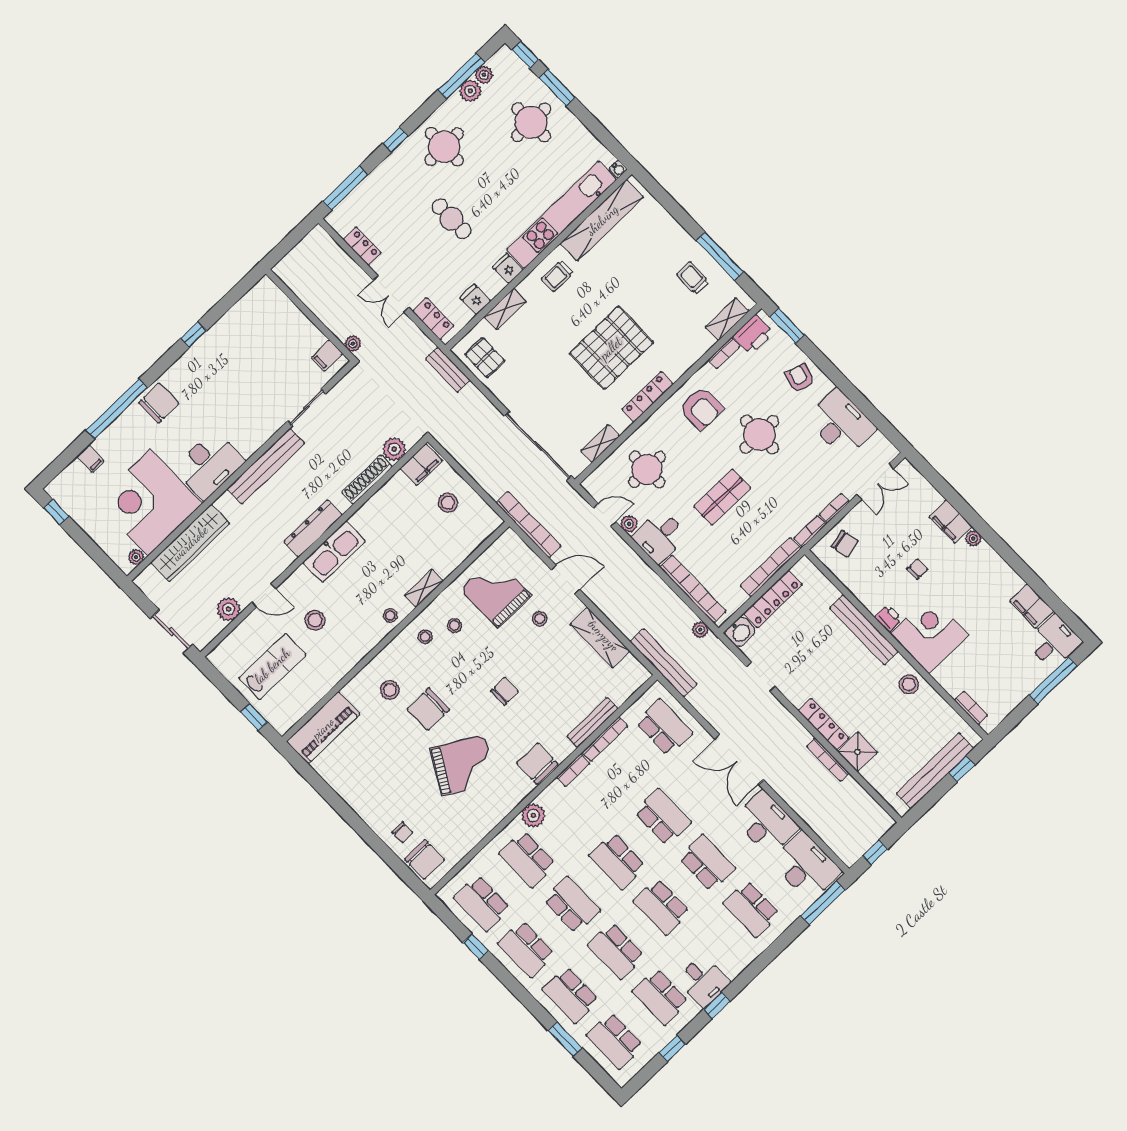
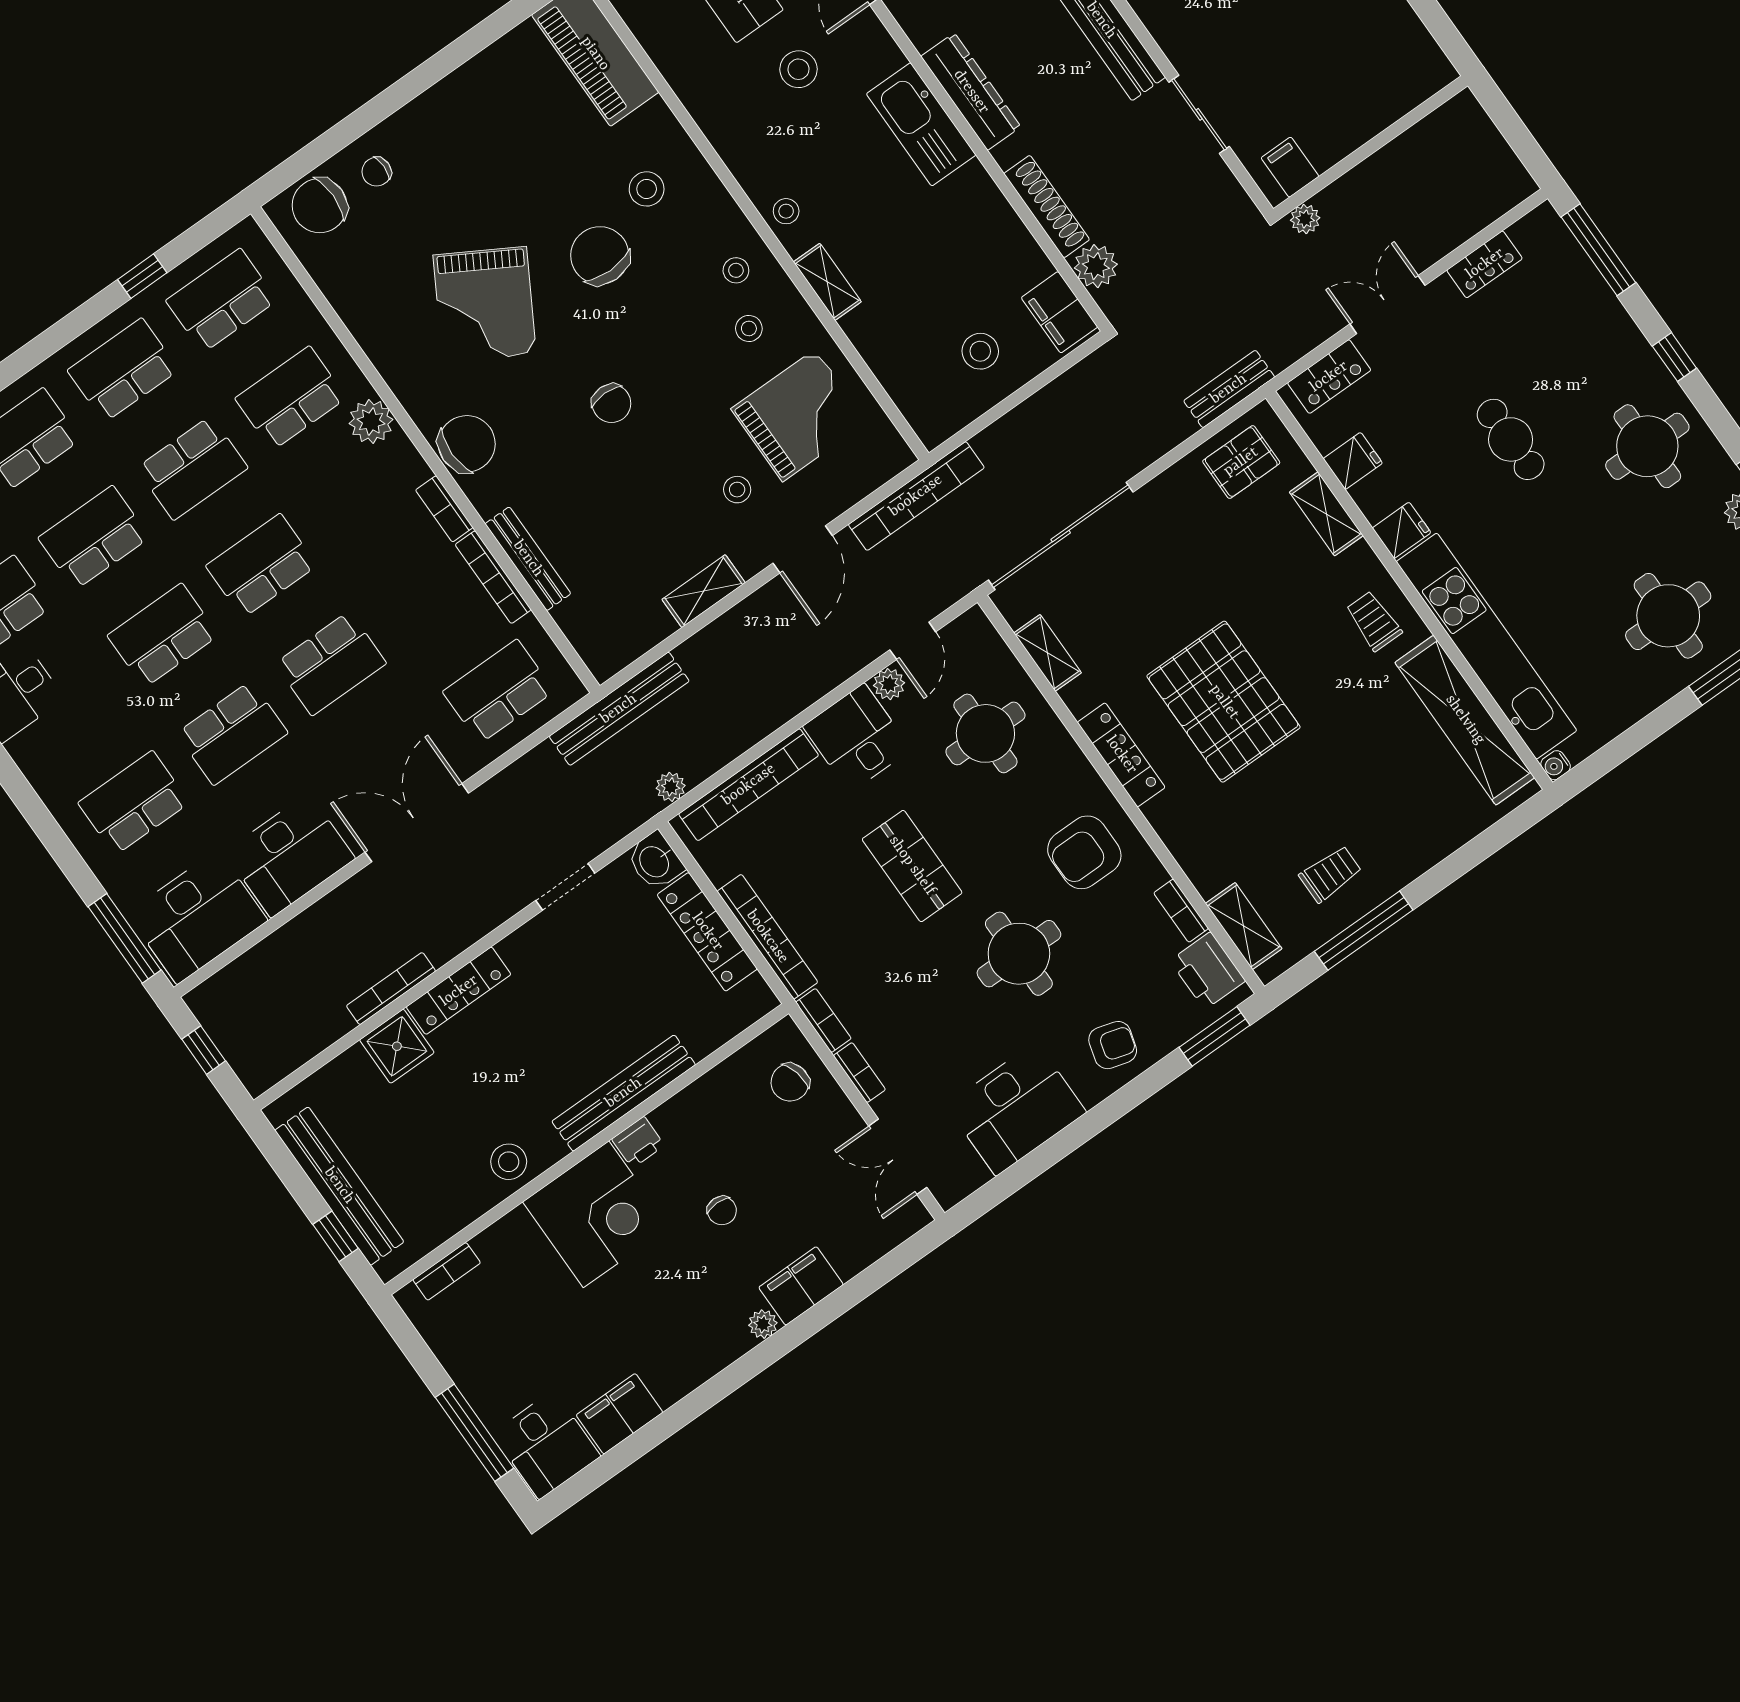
cafe table: (452, 219) -> (1511, 439), turned 90
shelving: (600, 638) -> (704, 591), width x0.67, depth x0.75
school desk: (664, 727) -> (498, 691), turned 180

